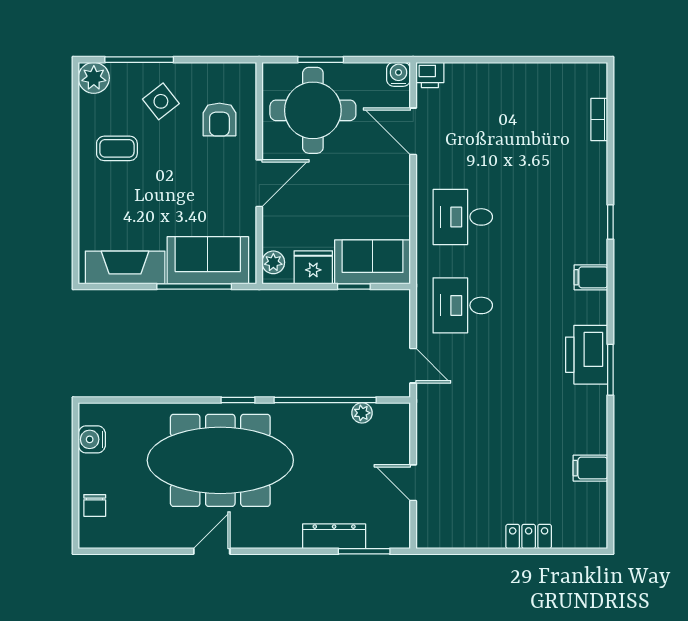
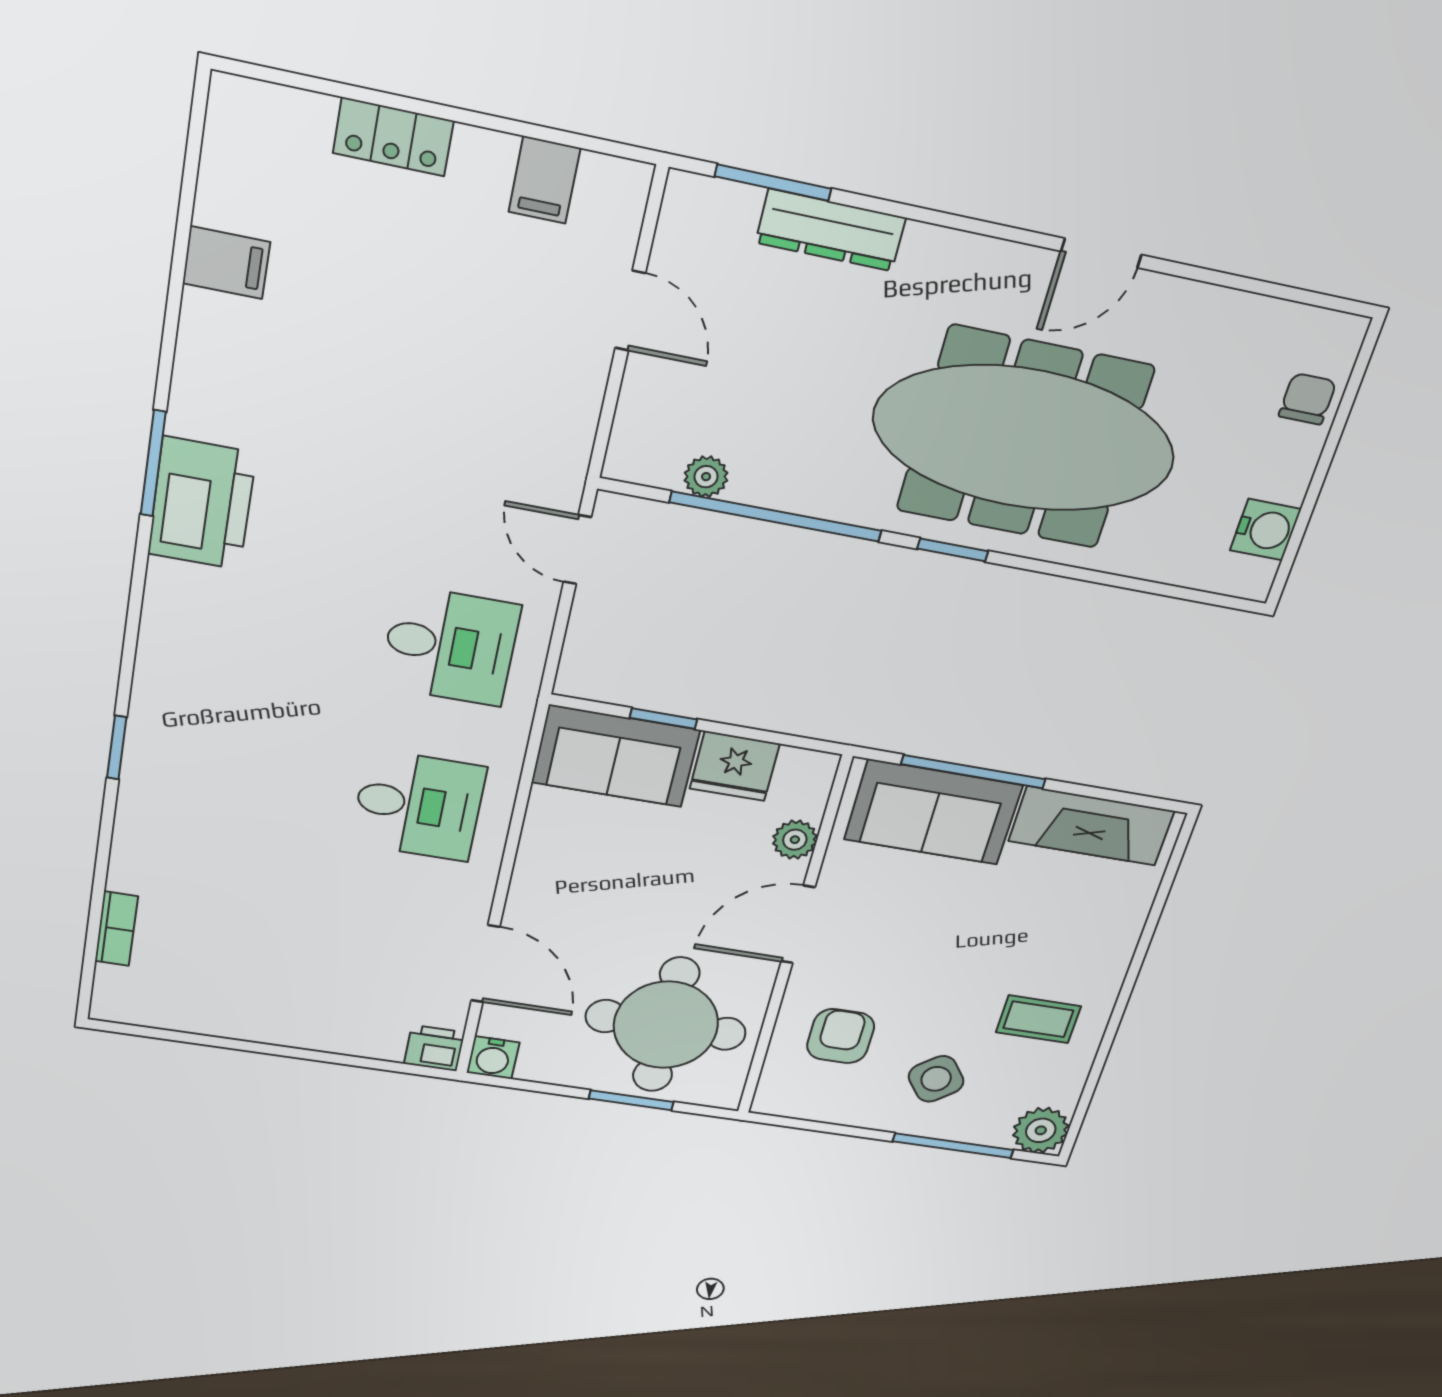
plant: (273, 262) -> (795, 840), moved
filing cabinet: (591, 277) -> (544, 180), moved, turned 90

